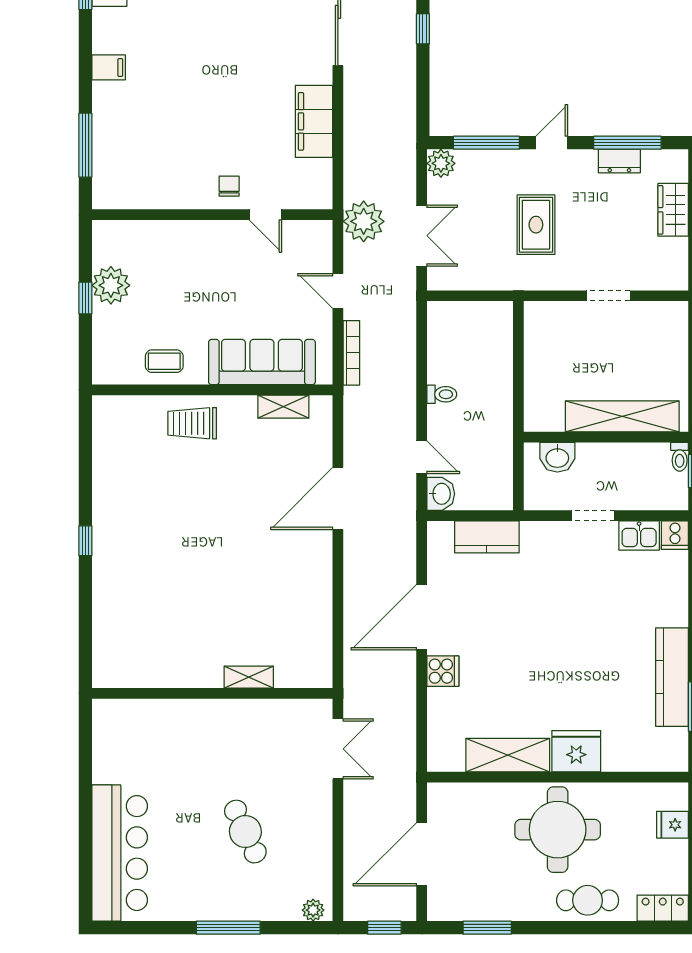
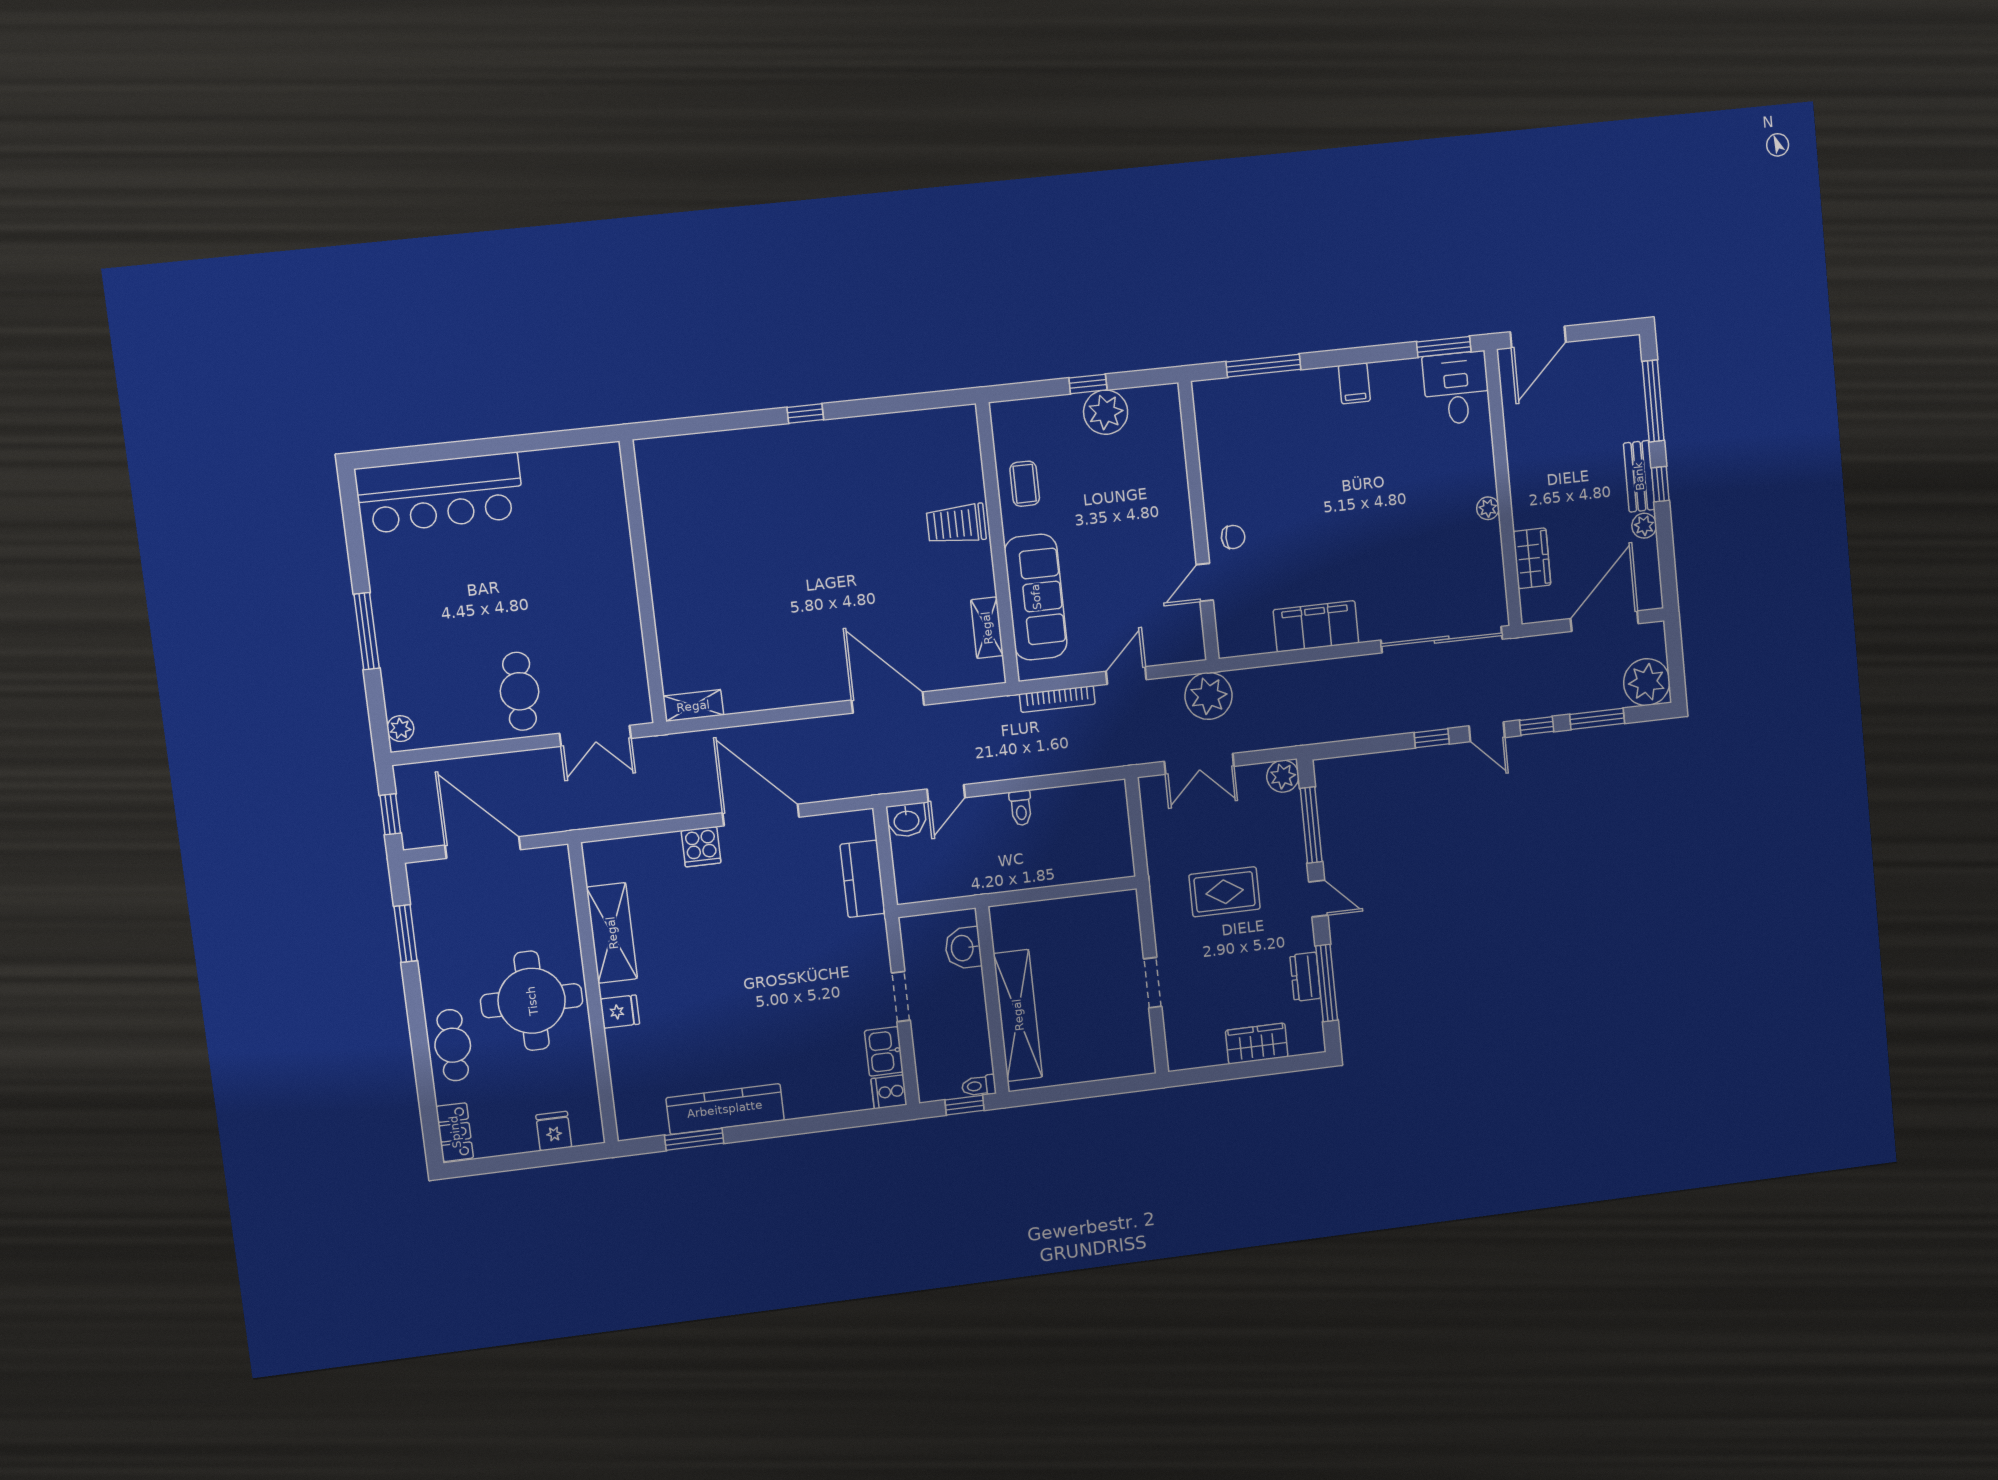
trolley: (192, 423) -> (956, 524), turned -90
shelving: (249, 677) -> (693, 706), moved, turned 90
fridge: (576, 751) -> (620, 1012), width x0.53, depth x0.75
cafe table: (245, 832) -> (520, 691), moved, turned -65

